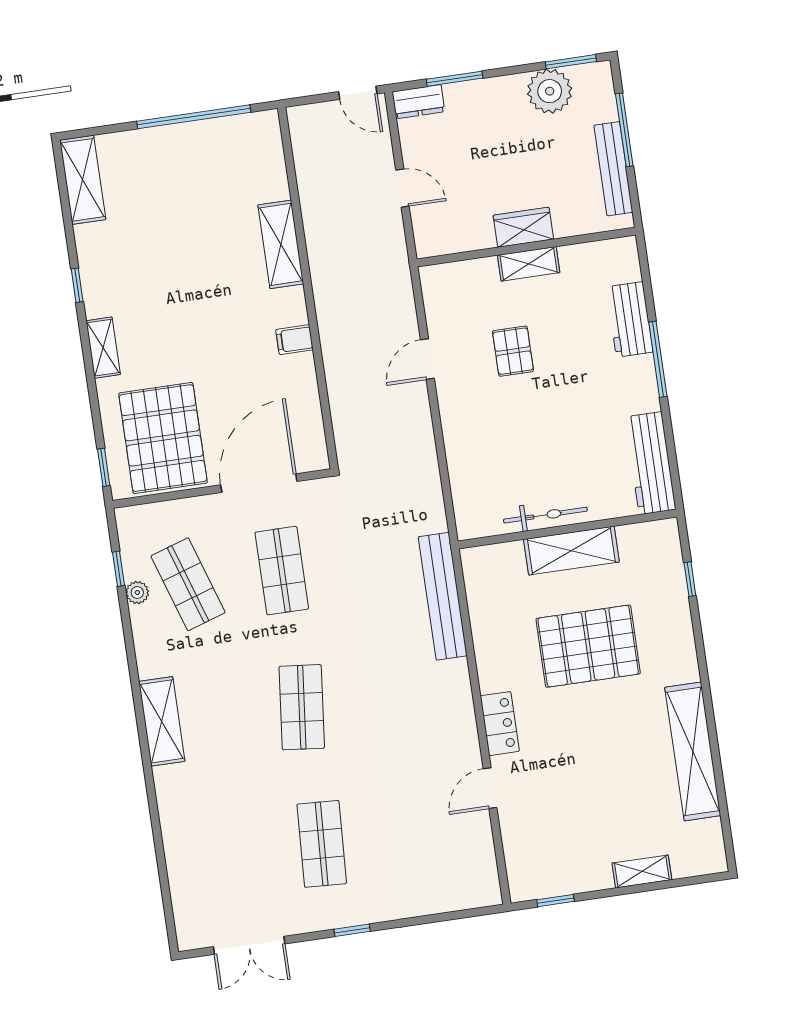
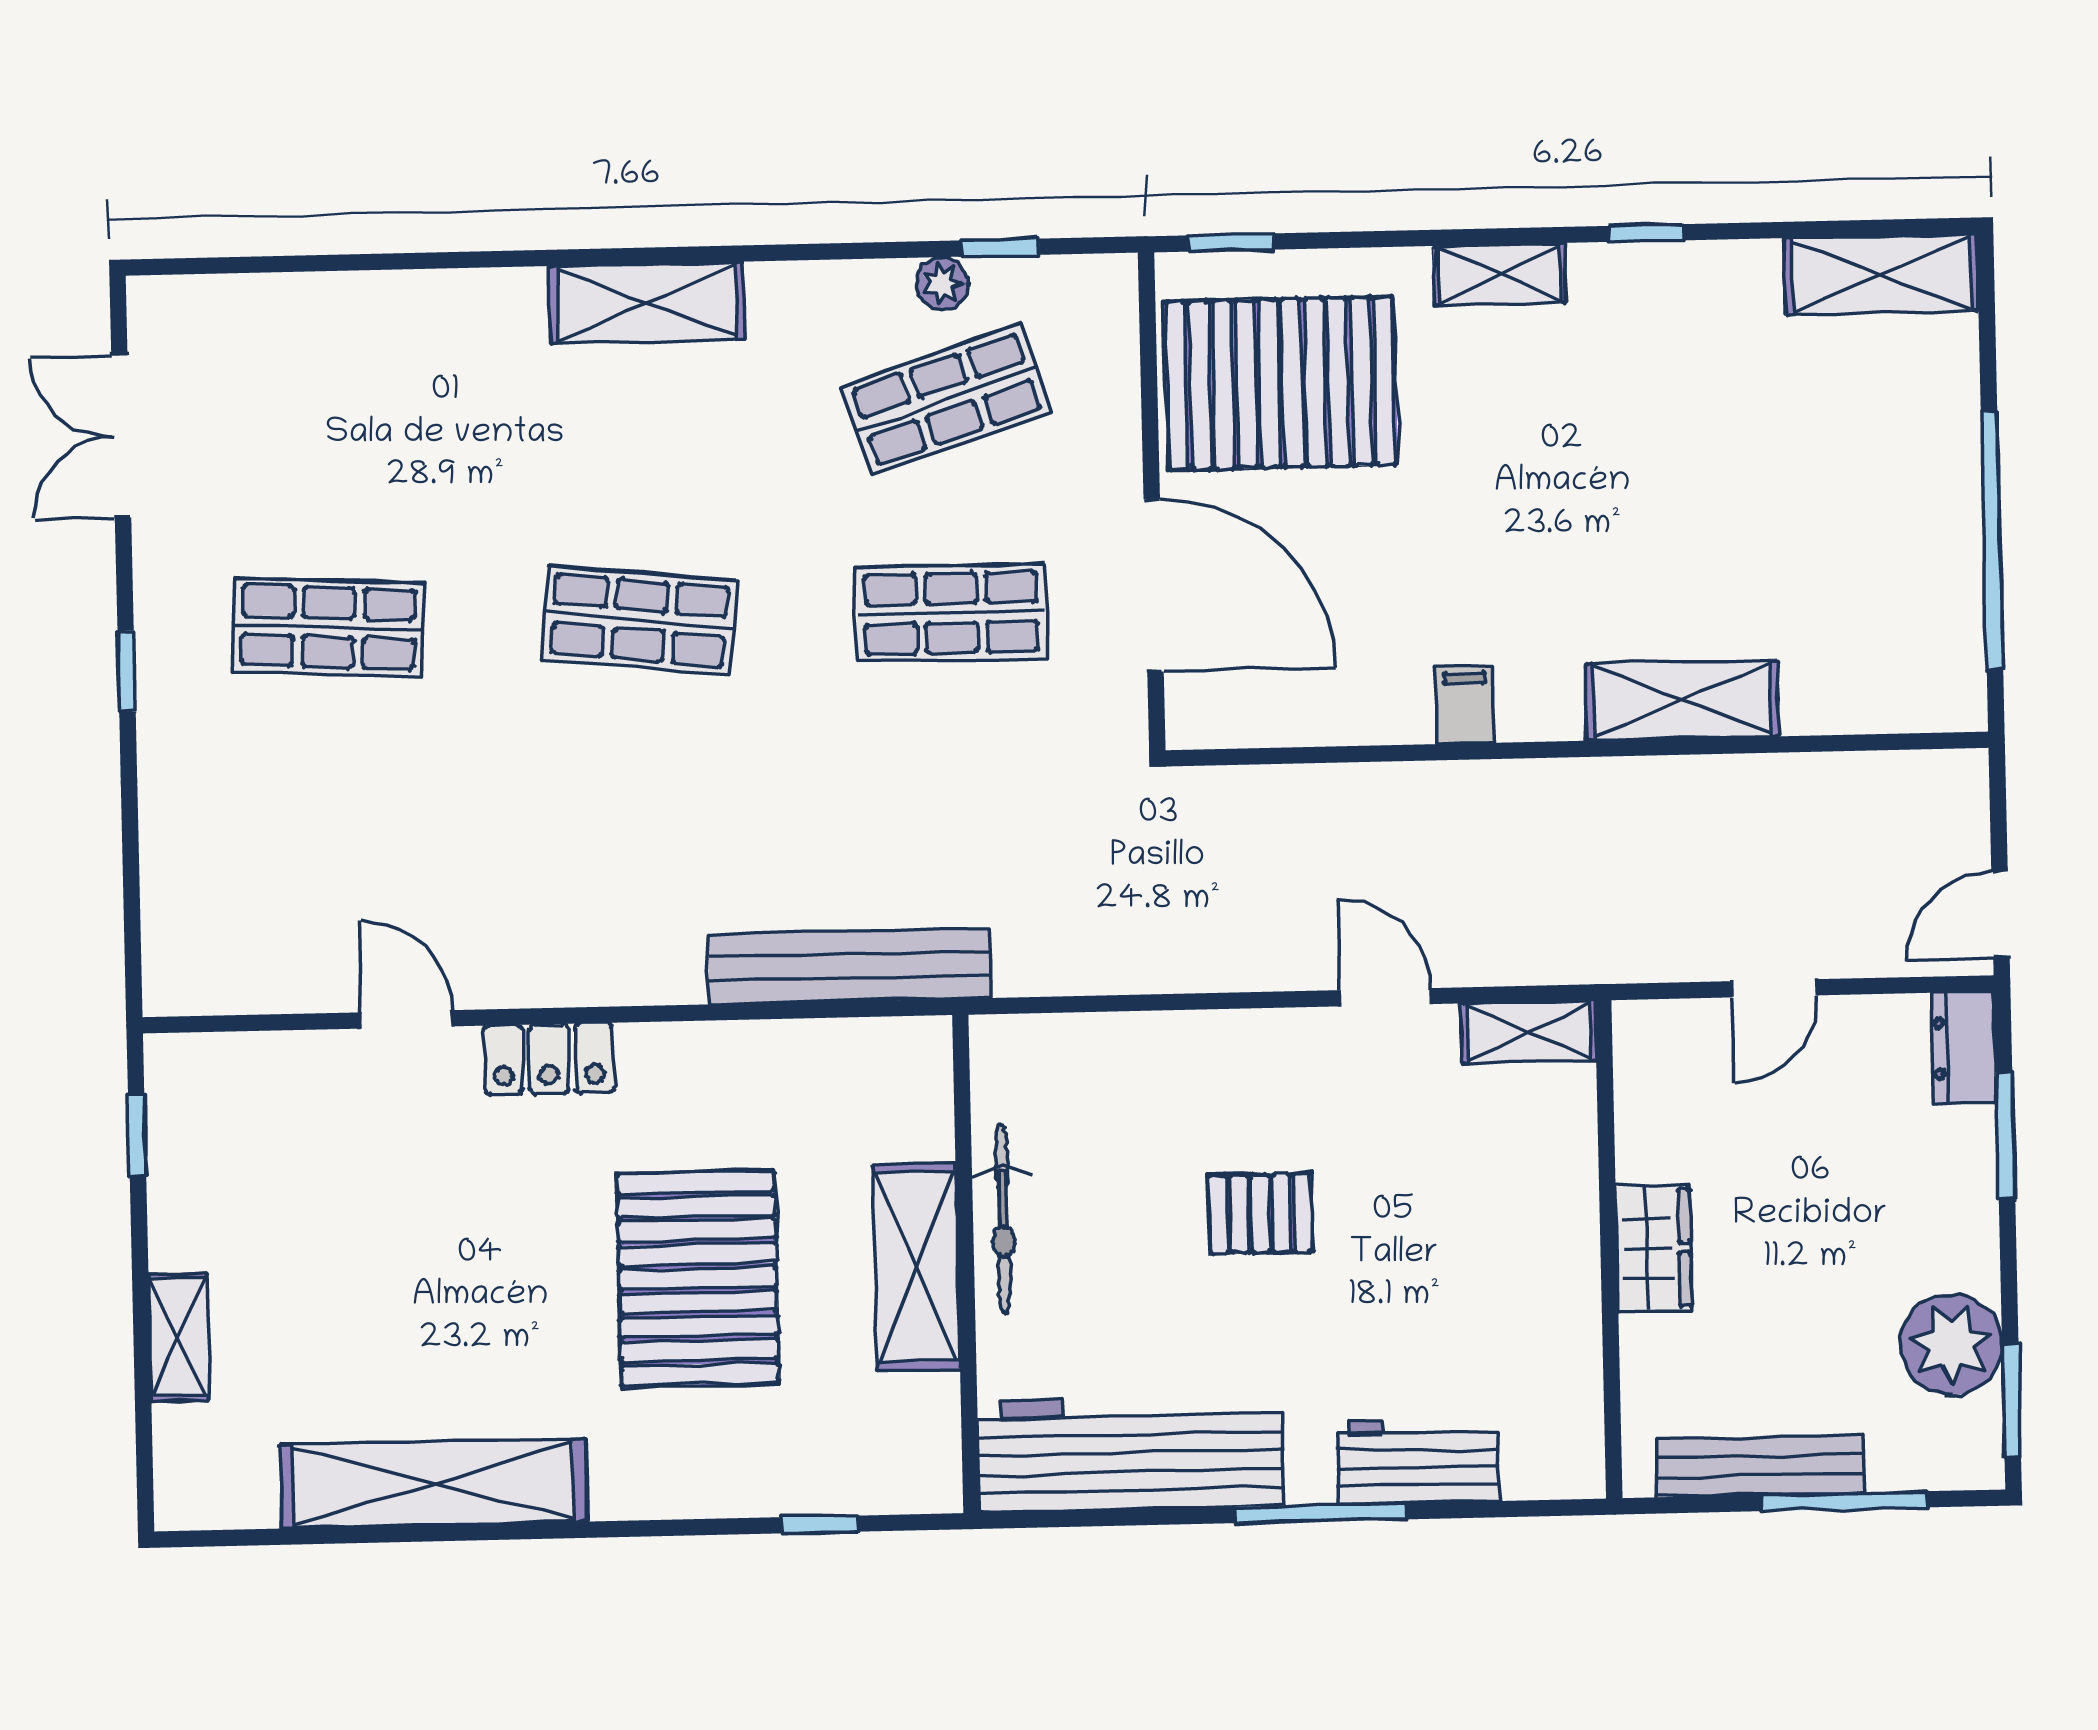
shelving: (529, 264) -> (1529, 1032), moved, turned 90
pallet: (513, 351) -> (1260, 1214), moved
workbench: (650, 463) -> (1131, 1454), width x1.36, depth x1.32

